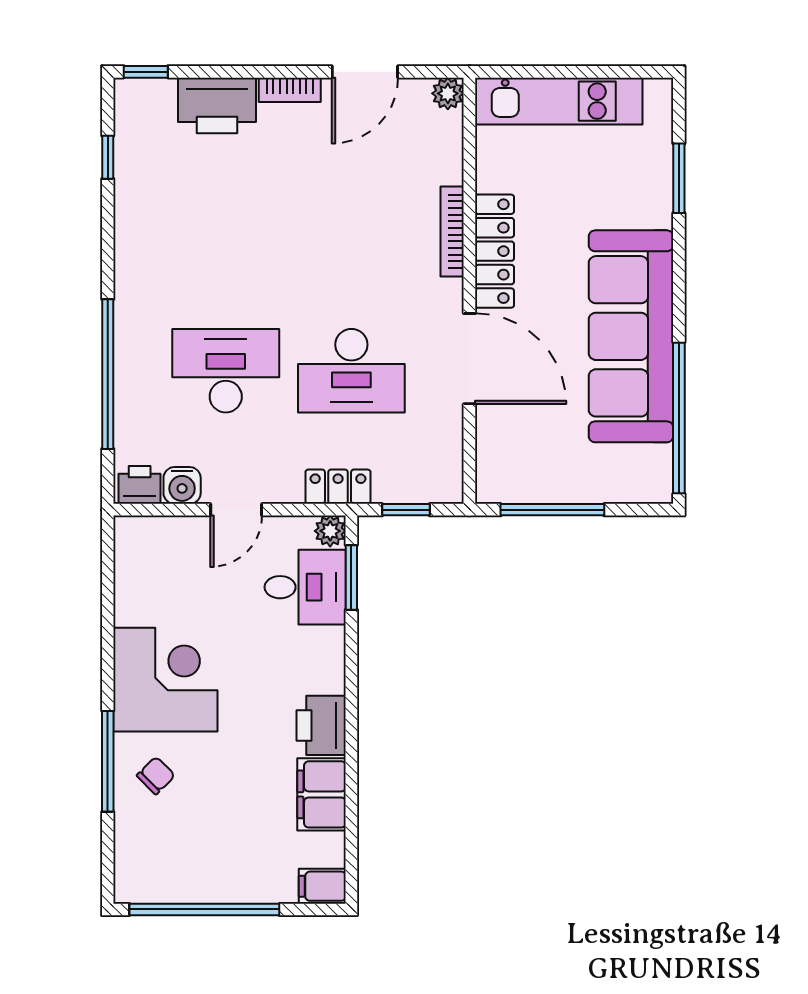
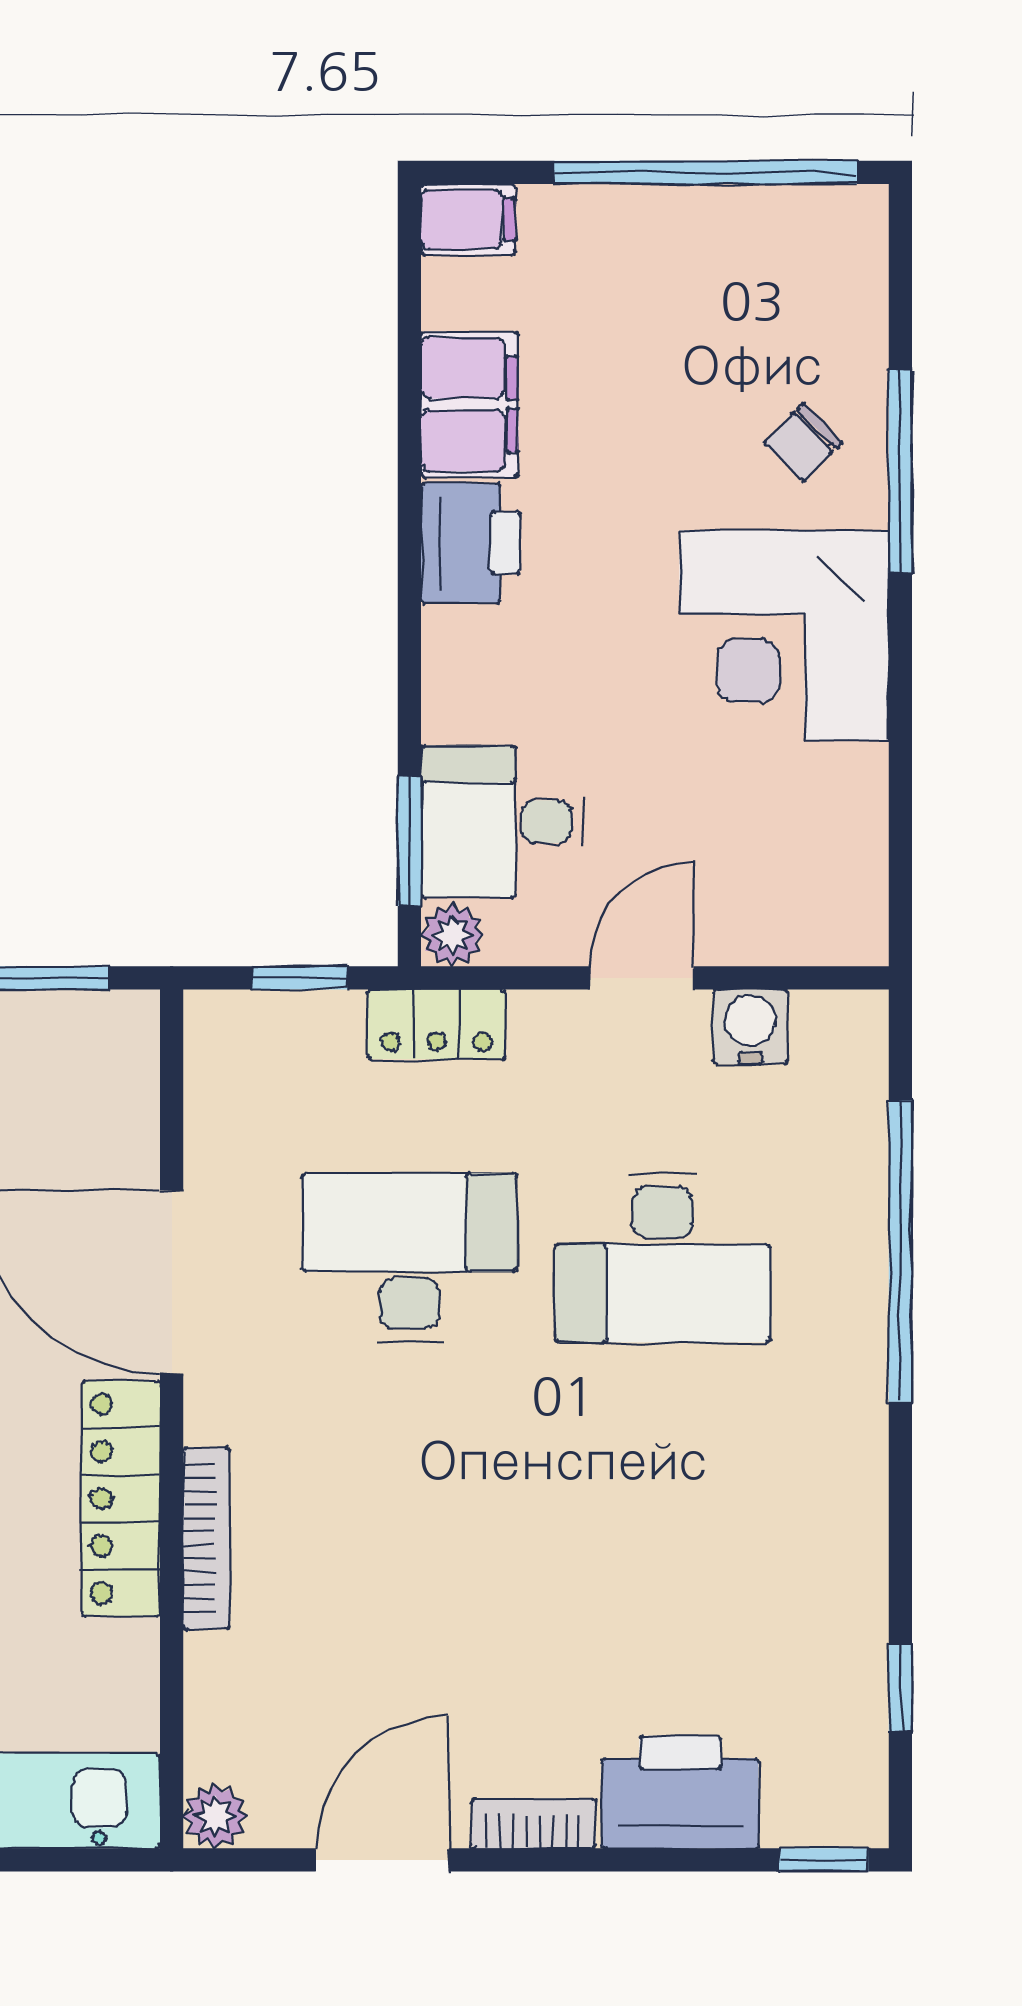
printer: (140, 485) -> (836, 1028), removed

